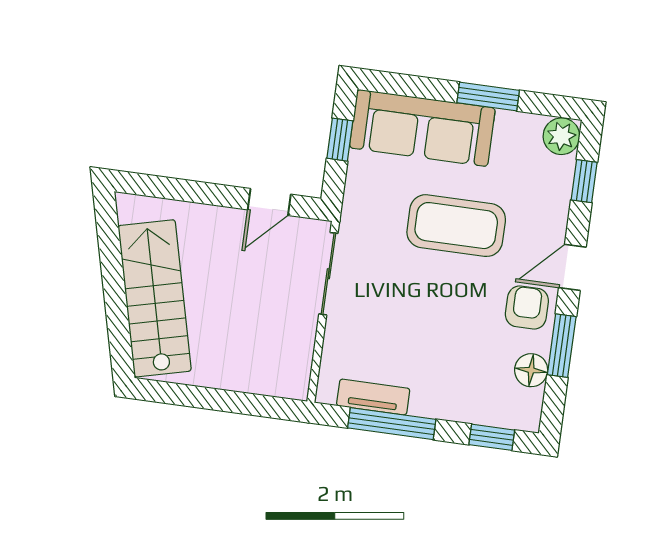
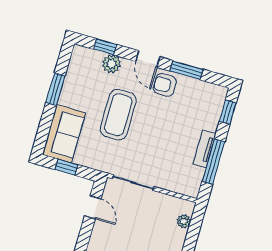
sofa: (422, 128) -> (64, 134), width x0.73
plant: (561, 136) -> (111, 64), moved
floor lamp: (531, 370) -> (197, 87), removed
plant: (268, 383) -> (184, 221), added
tv unit: (373, 397) -> (205, 149), moved

